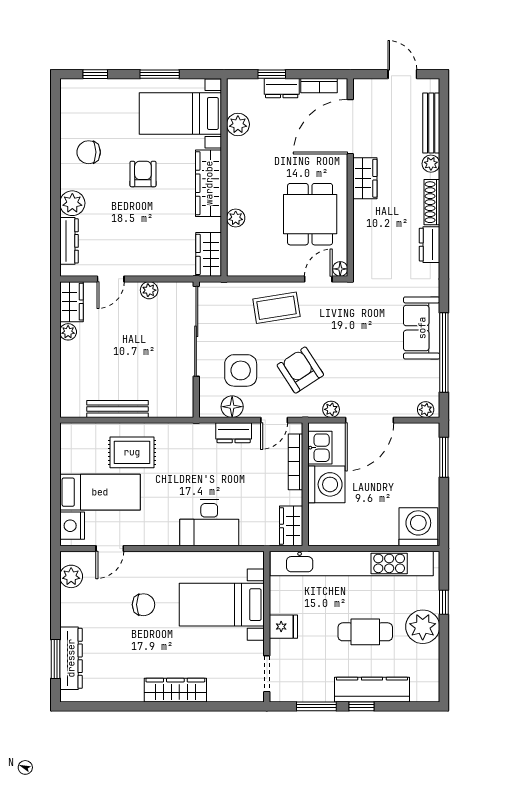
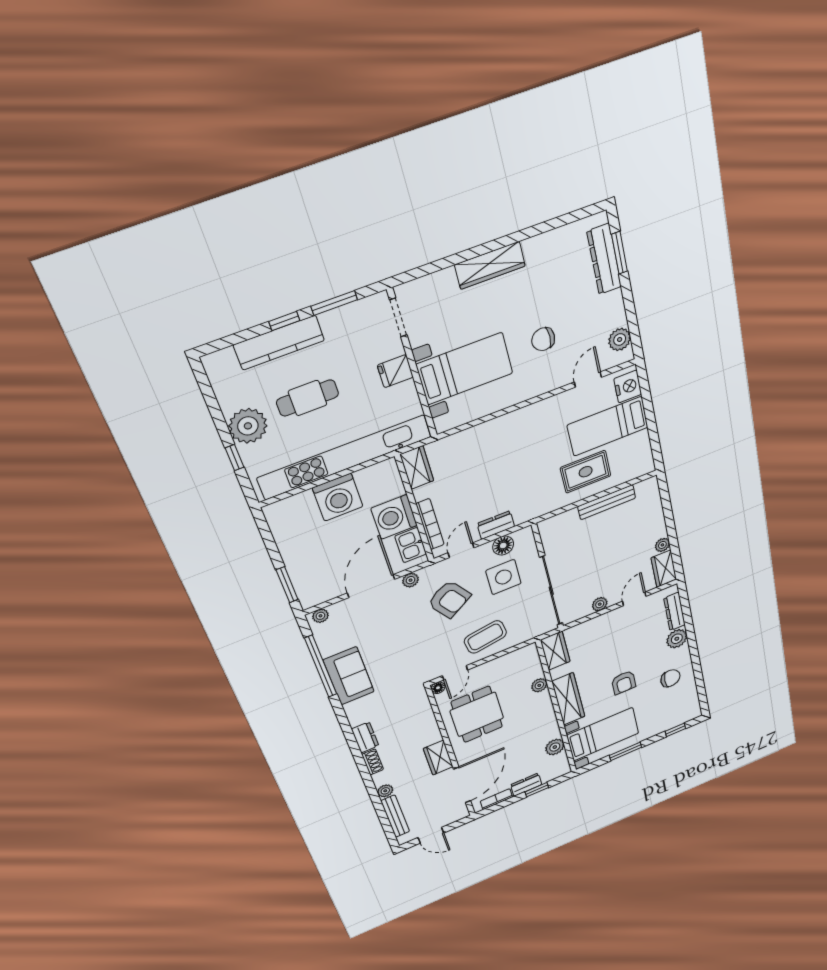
shoe rack: (432, 202) -> (373, 762), width x0.70
desk: (209, 523) -> (498, 439), removed
washing machine: (418, 527) -> (338, 497), moved

